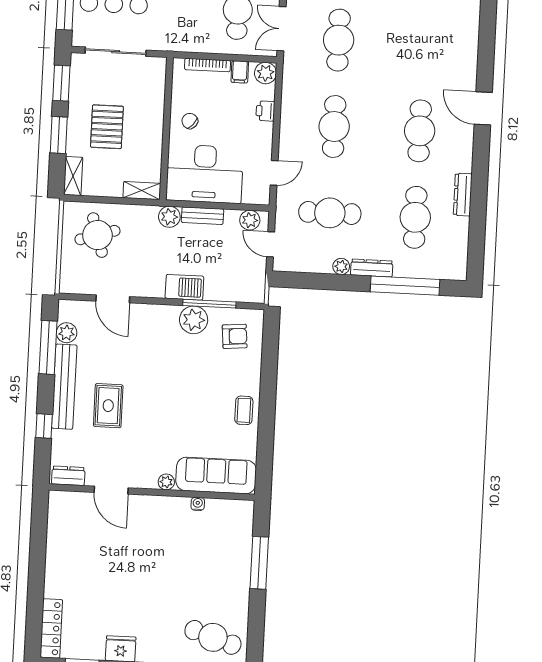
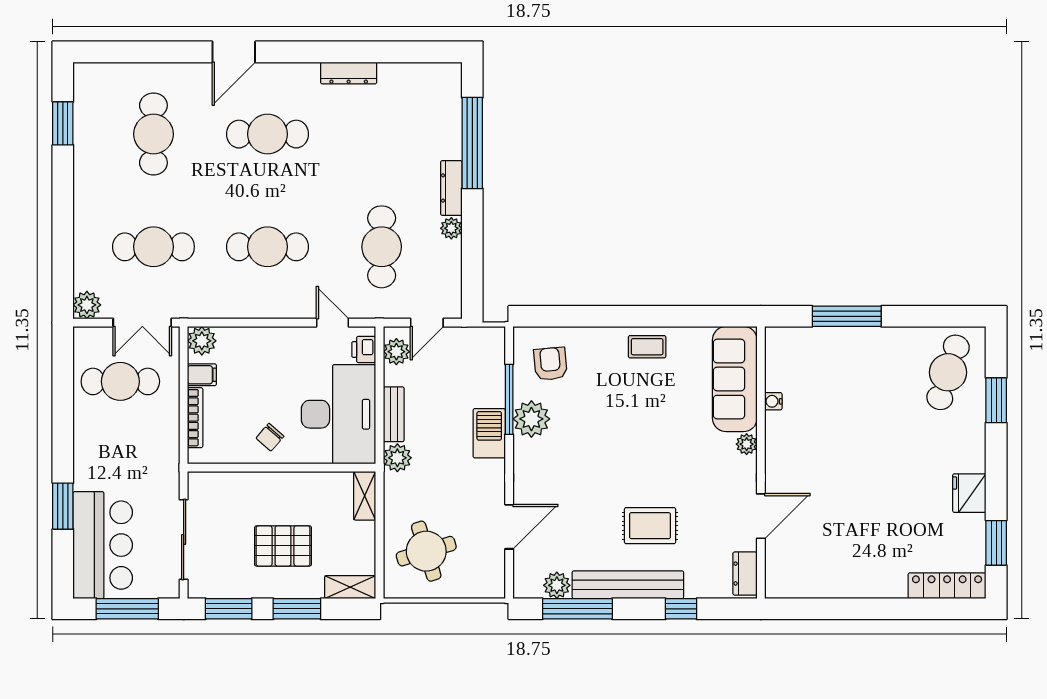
printer: (265, 111) -> (364, 349), moved, turned 90
cafe table: (415, 217) -> (153, 134), moved, turned 90

